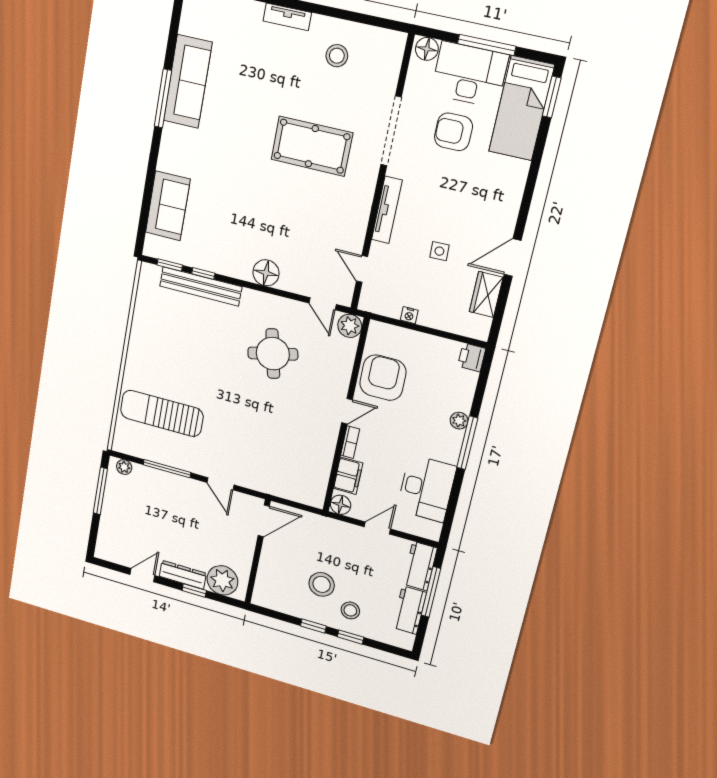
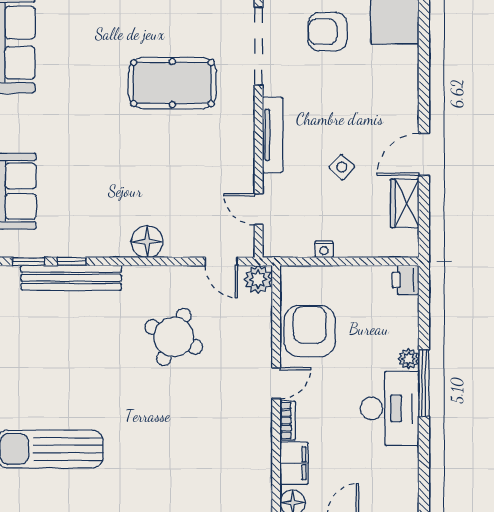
side table: (439, 251) -> (342, 167), turned 45
round table: (273, 354) -> (174, 337), turned 38
desk: (426, 488) -> (390, 408), moved

